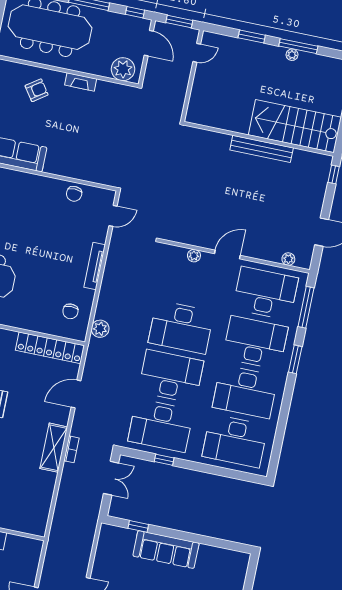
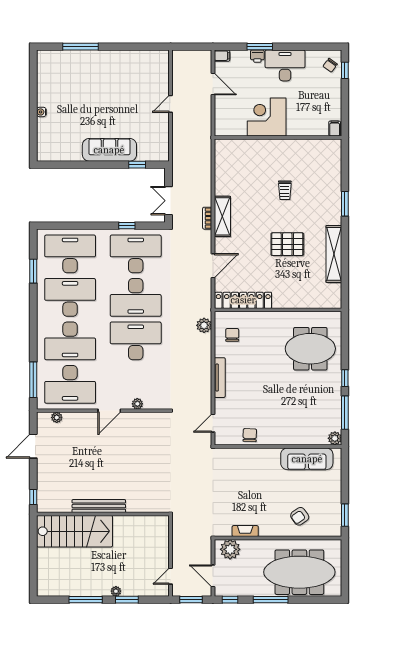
plant: (292, 55) -> (116, 591), moved
fireplace: (81, 82) -> (245, 531), moved
window: (295, 359) -> (33, 271), moved

